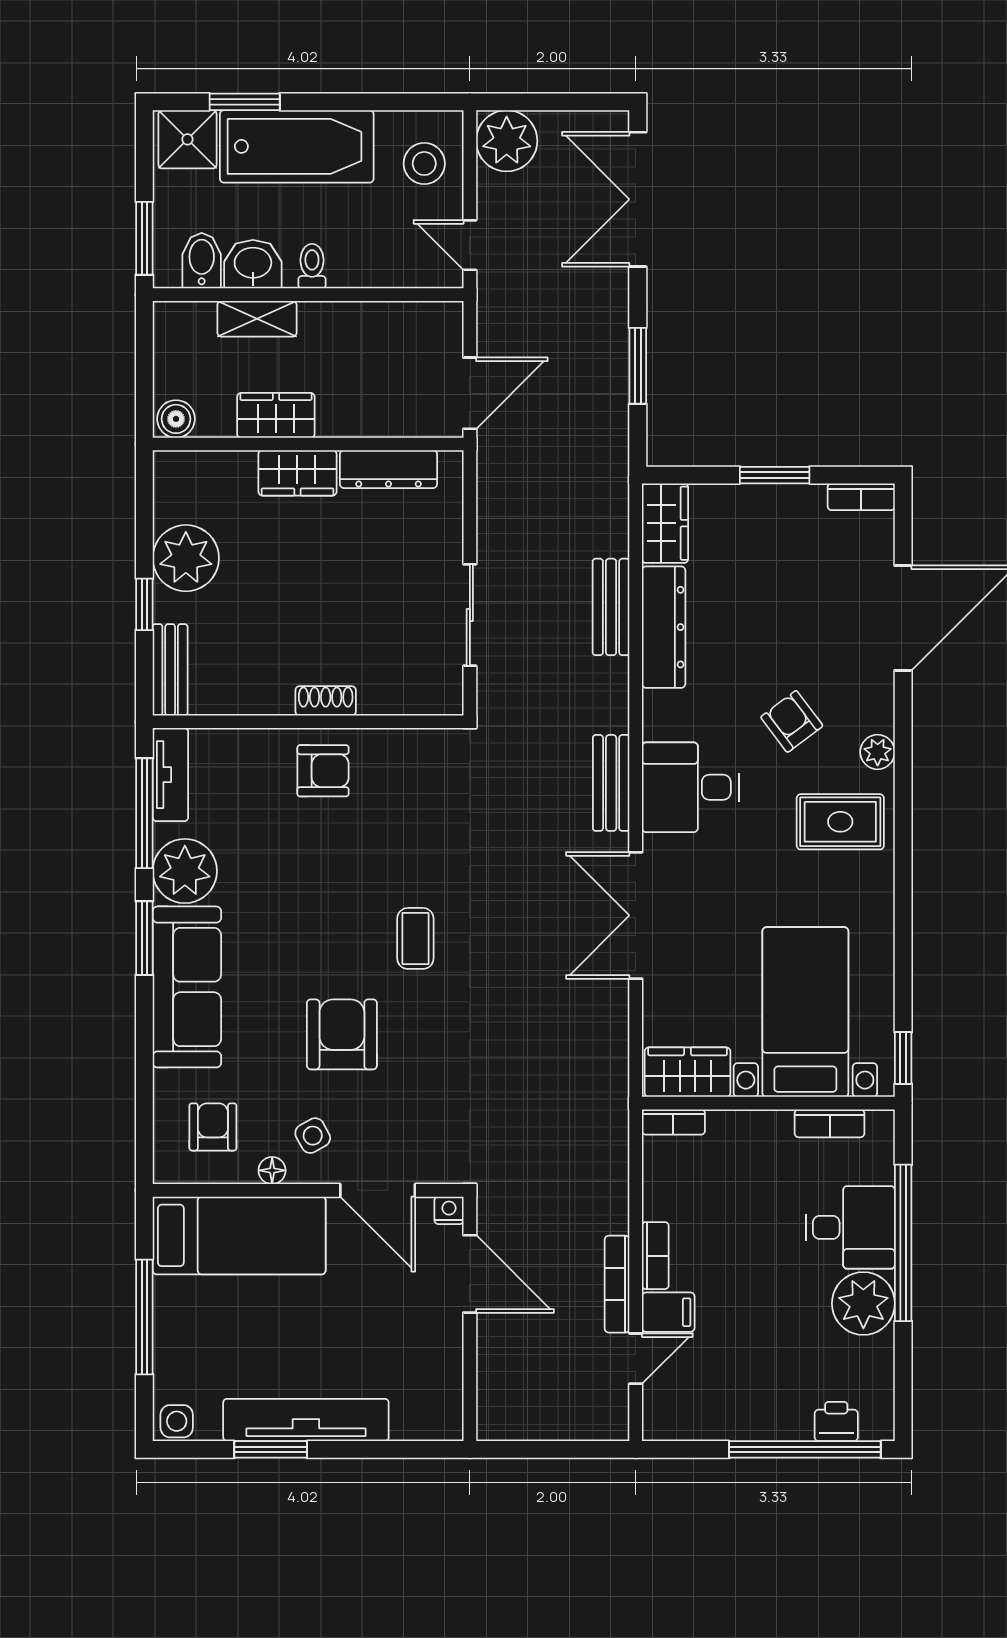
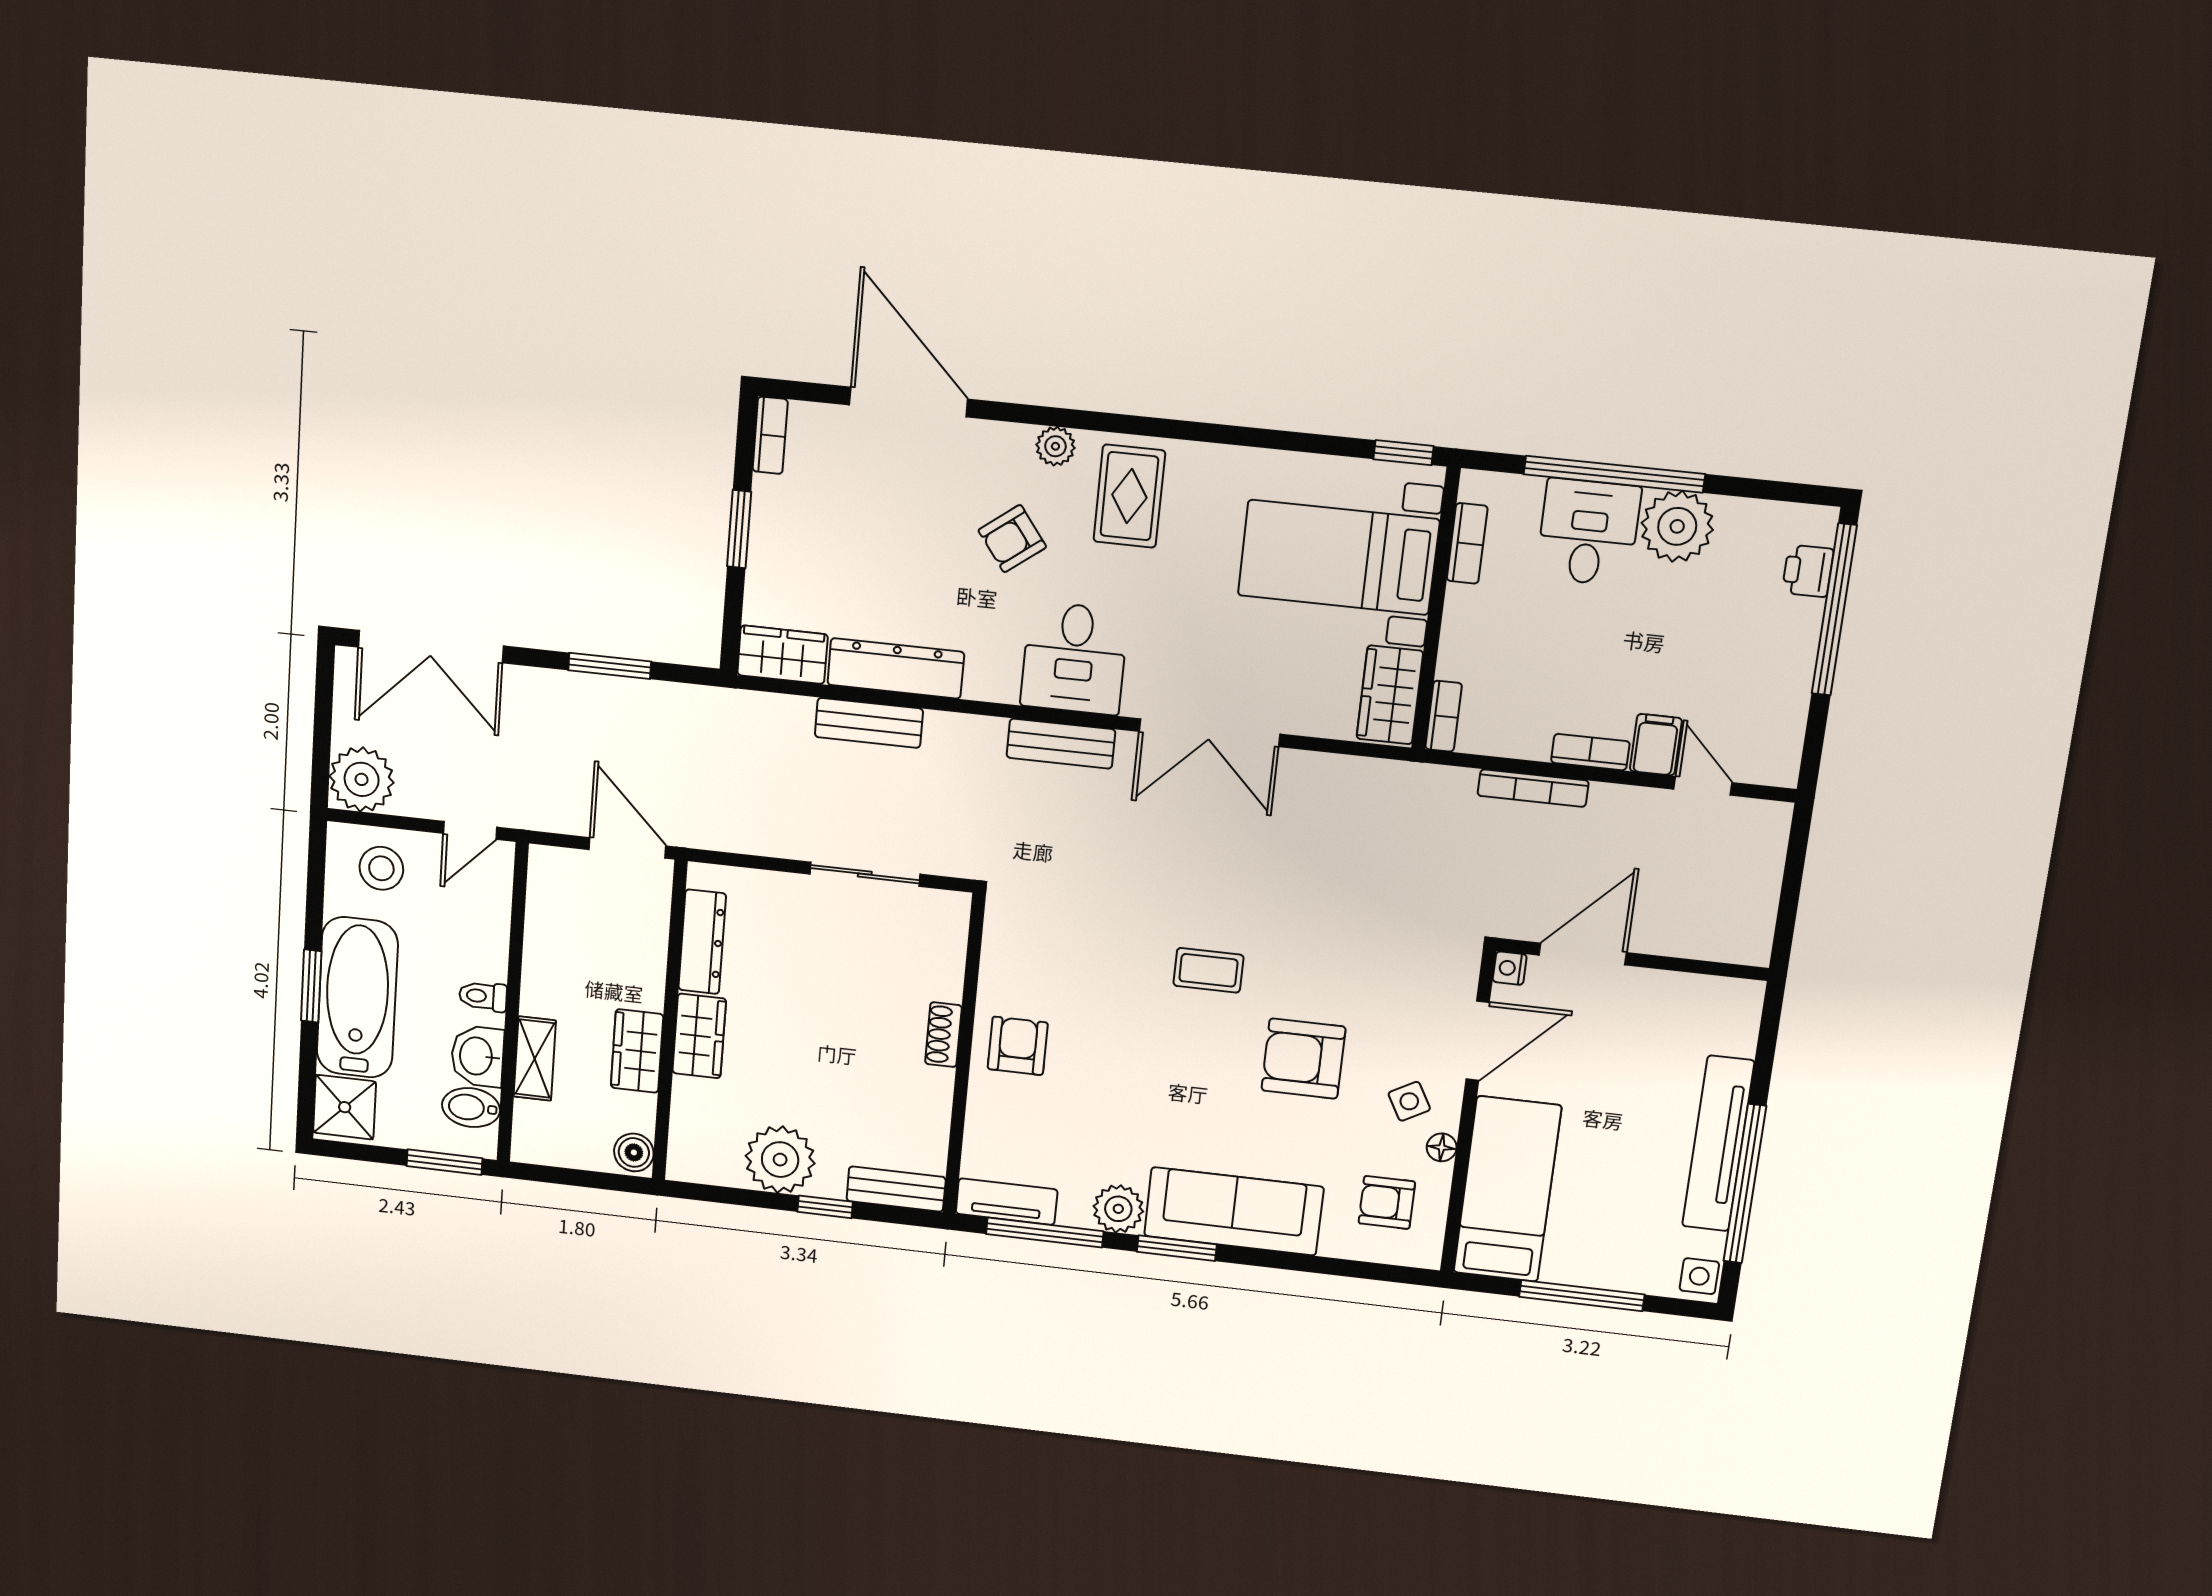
window: (245, 102) -> (311, 986), moved
plant: (185, 871) -> (1118, 1209), width x0.73, depth x0.73
bookcase: (617, 1284) -> (1533, 788), moved
window: (271, 1449) -> (1745, 1184), width x2.11

